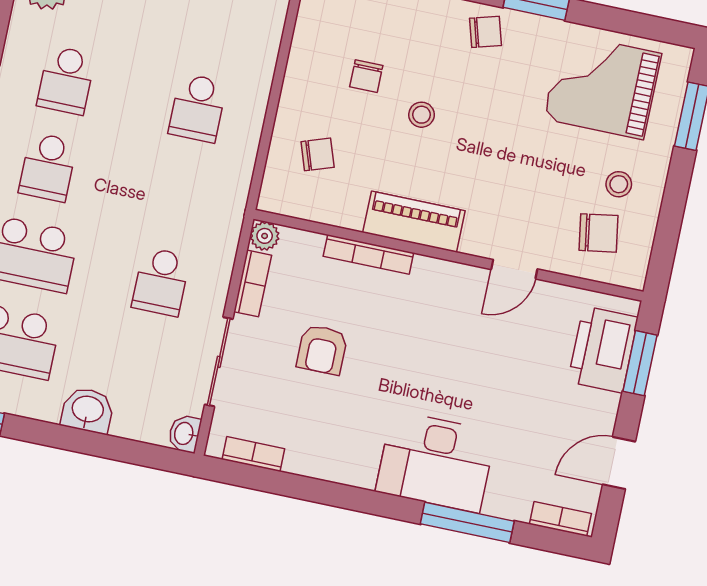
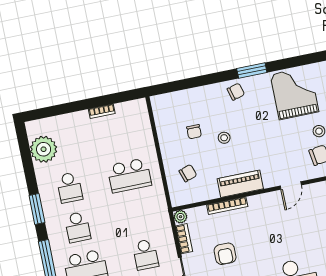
grand piano: (602, 86) -> (294, 93), turned 90
school desk: (198, 108) -> (129, 175), width x1.85

